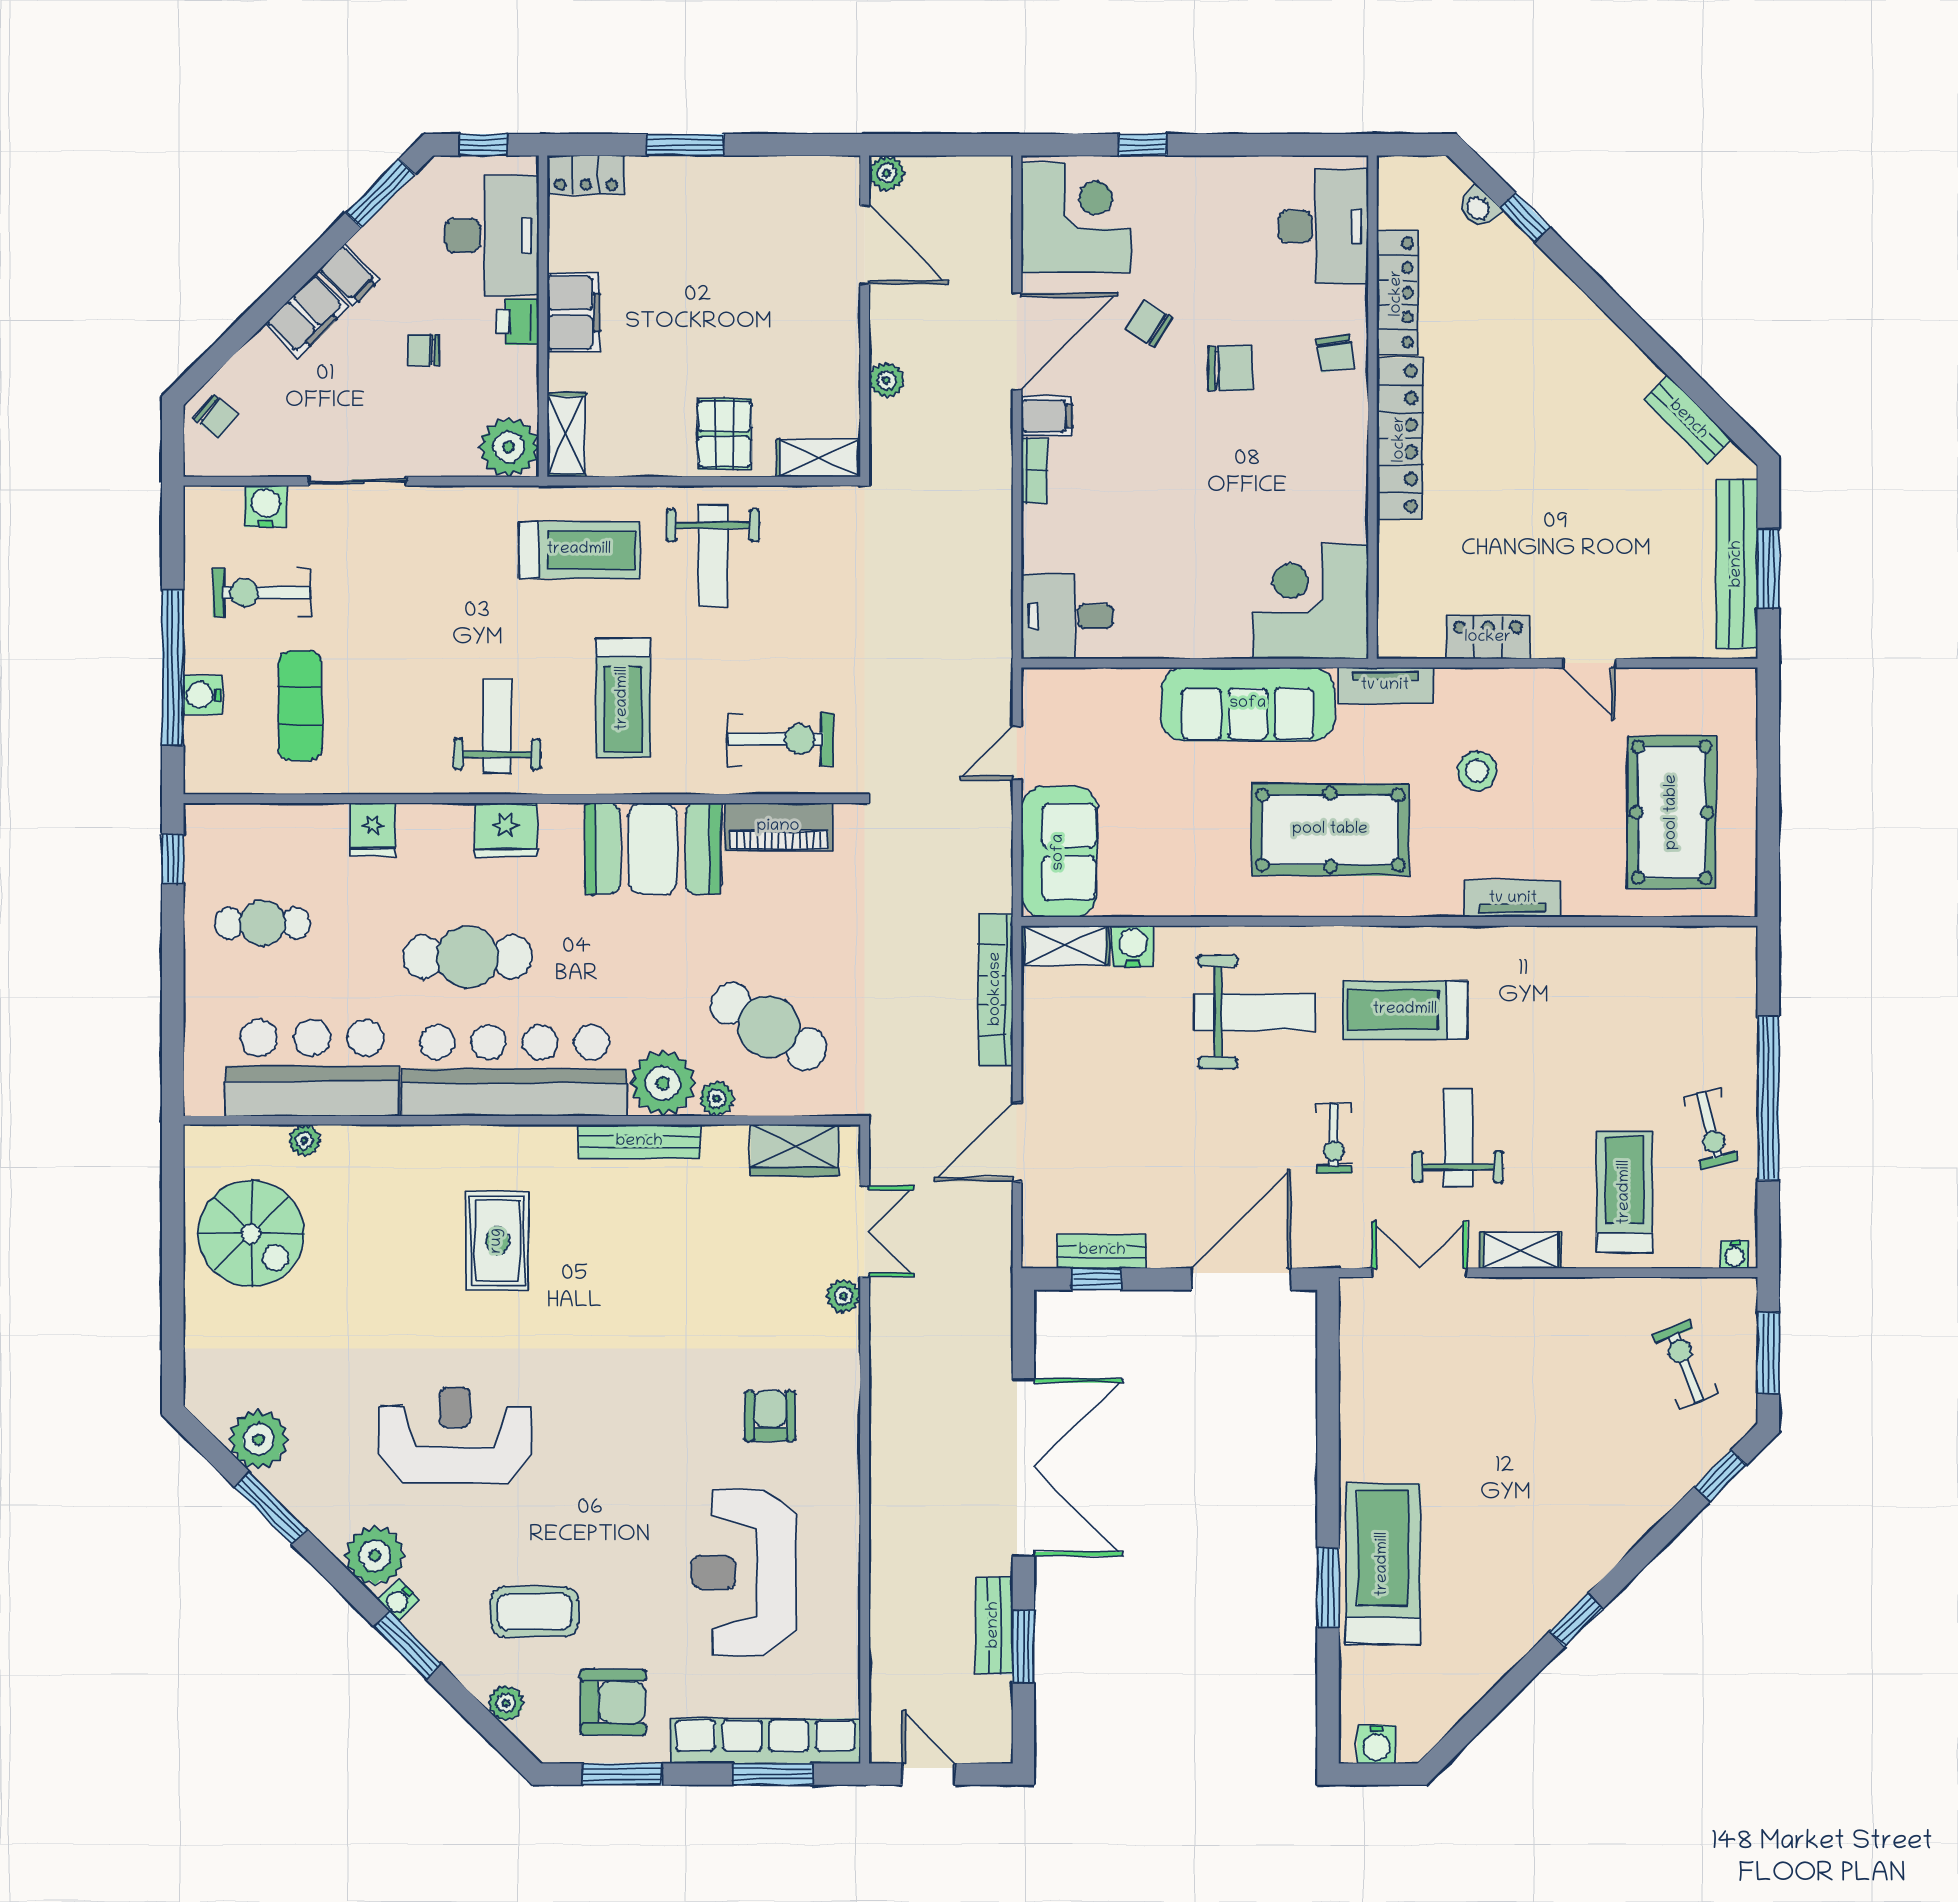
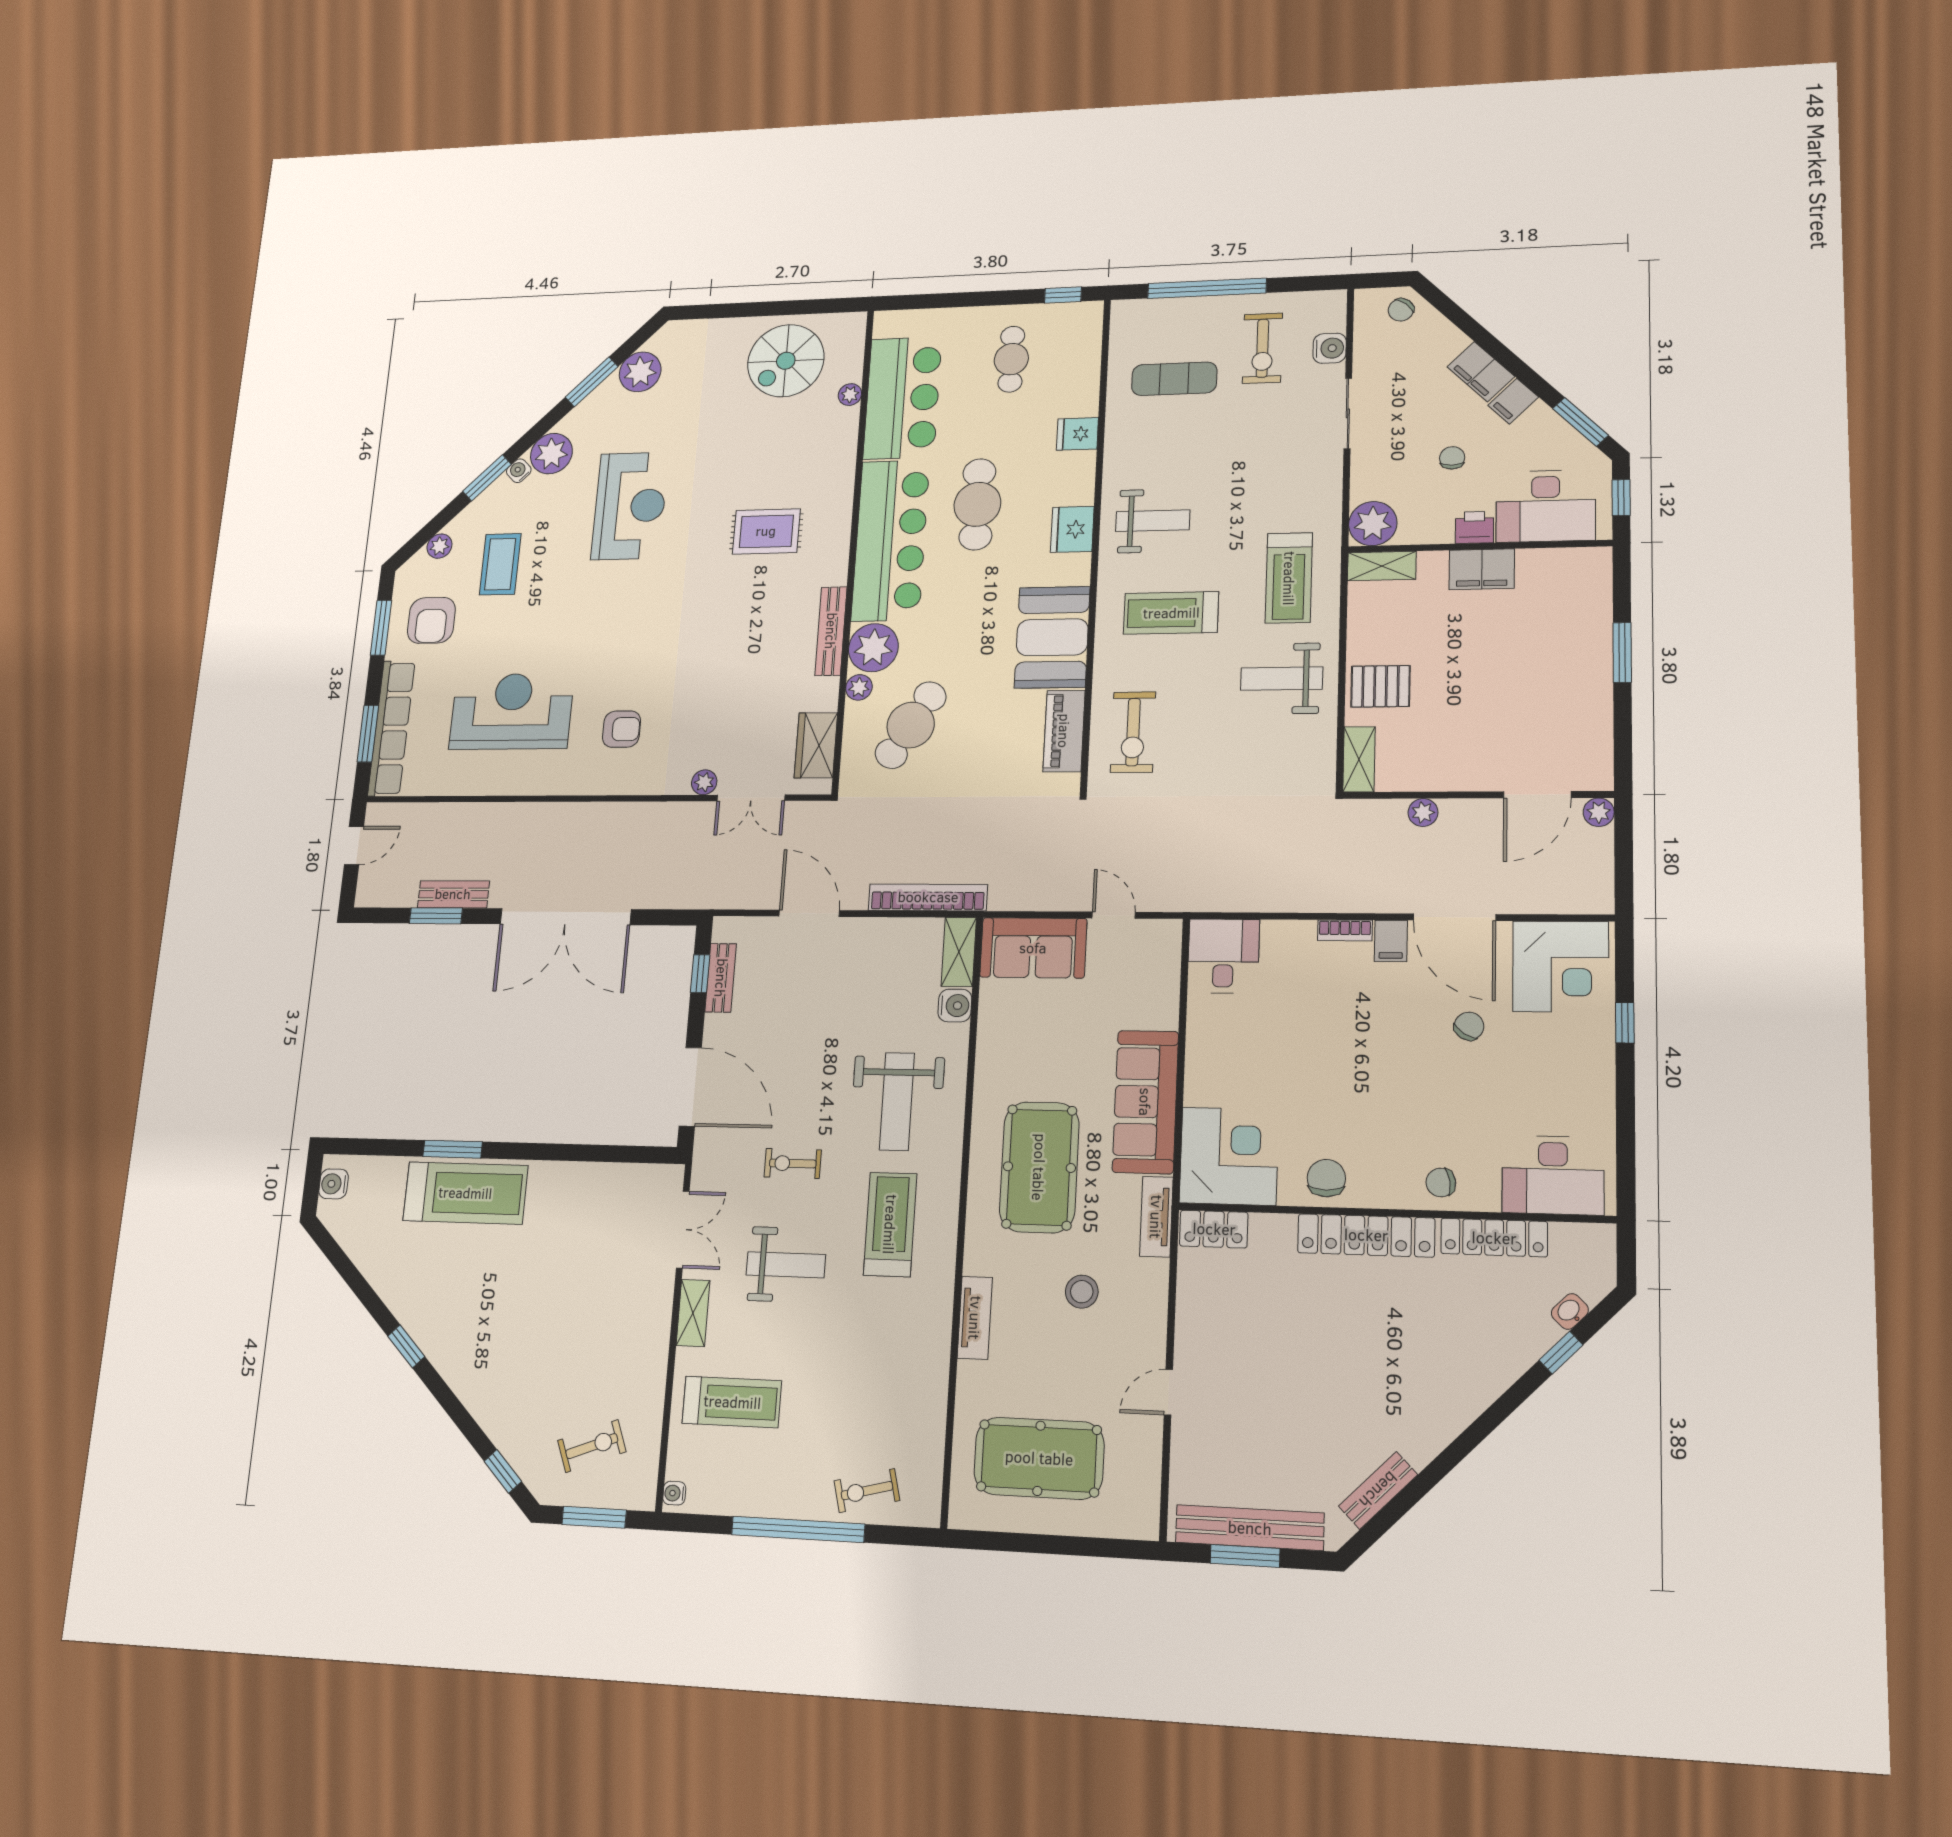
locker: (586, 175) -> (1596, 576), removed
chair: (1230, 368) -> (1326, 1178), moved, turned 180
exercise bike: (262, 593) -> (1262, 348), turned 180
locker: (1488, 638) -> (1214, 1229), moved, turned 90
water cooler: (203, 695) -> (1185, 310), removed
exercise bike: (1711, 1129) -> (867, 1491), moved

